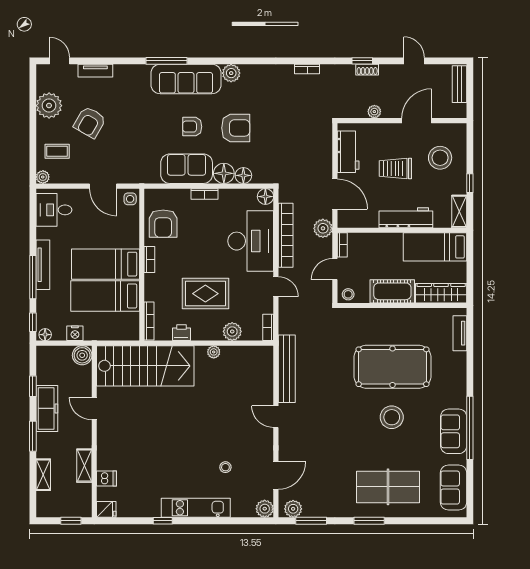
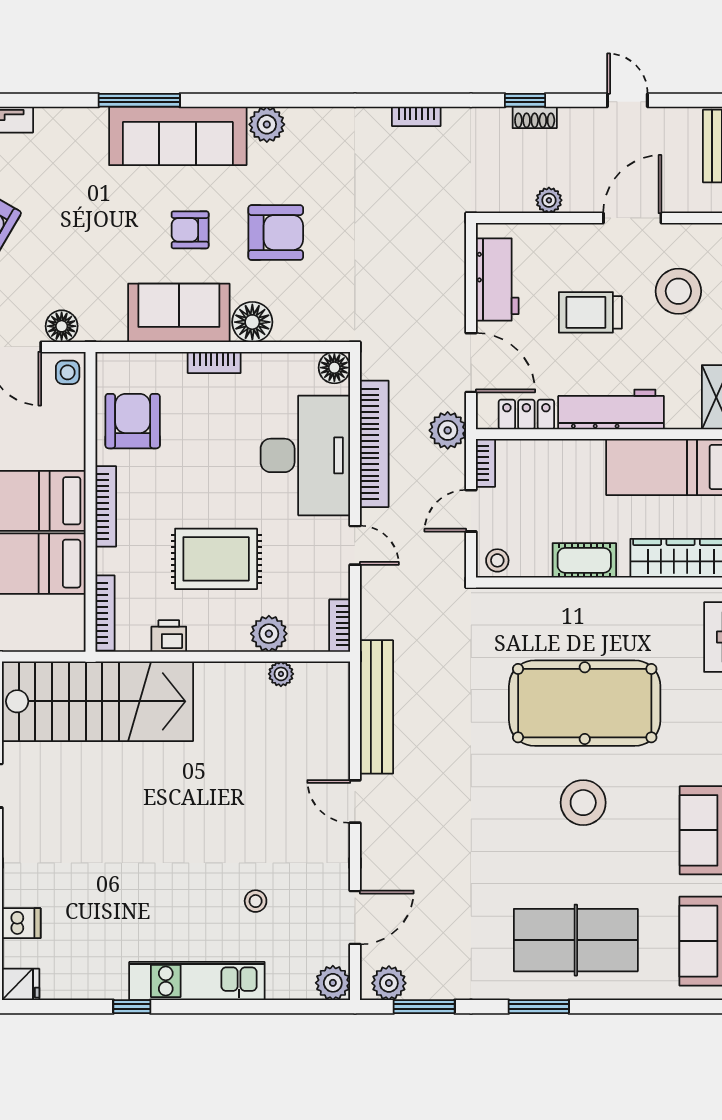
floor lamp: (243, 175) -> (62, 326), moved
locker: (363, 220) -> (526, 414), added
armchair: (163, 224) -> (133, 421), turned 180
bookcase: (149, 260) -> (106, 506), width x1.56
cot: (392, 291) -> (584, 560), width x0.73, depth x0.75
plant: (214, 352) -> (281, 674), moved

